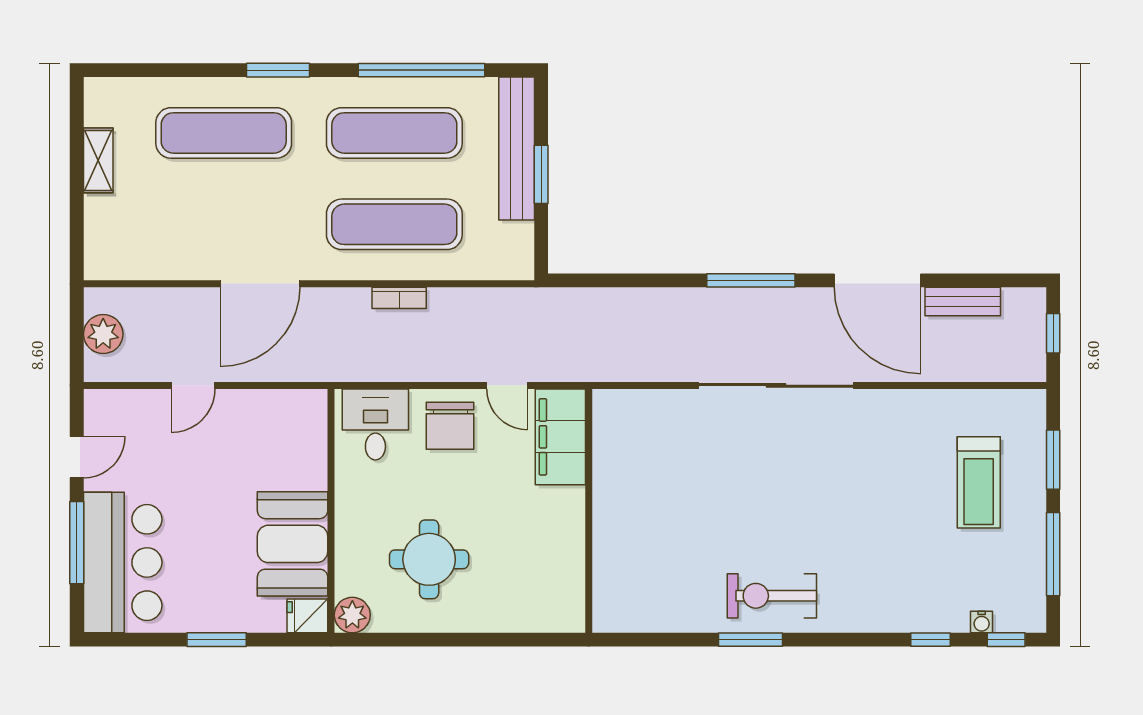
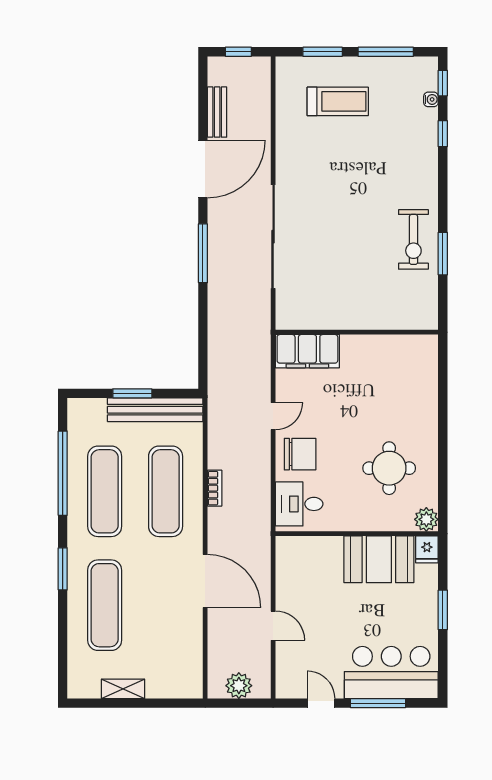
bench: (517, 148) -> (155, 410), moved
filing cabinet: (560, 437) -> (307, 351), moved
wall: (589, 511) -> (357, 332), moved

